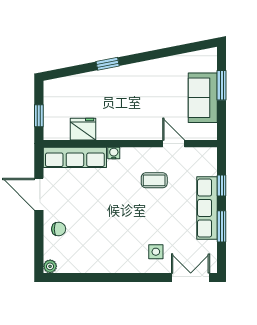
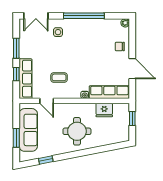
window: (108, 64) -> (46, 160), moved
round table: (126, 96) -> (77, 131), added
sofa: (203, 98) -> (28, 130), width x1.36
row of seats: (207, 208) -> (25, 79), moved
window: (115, 277) -> (84, 16), added

